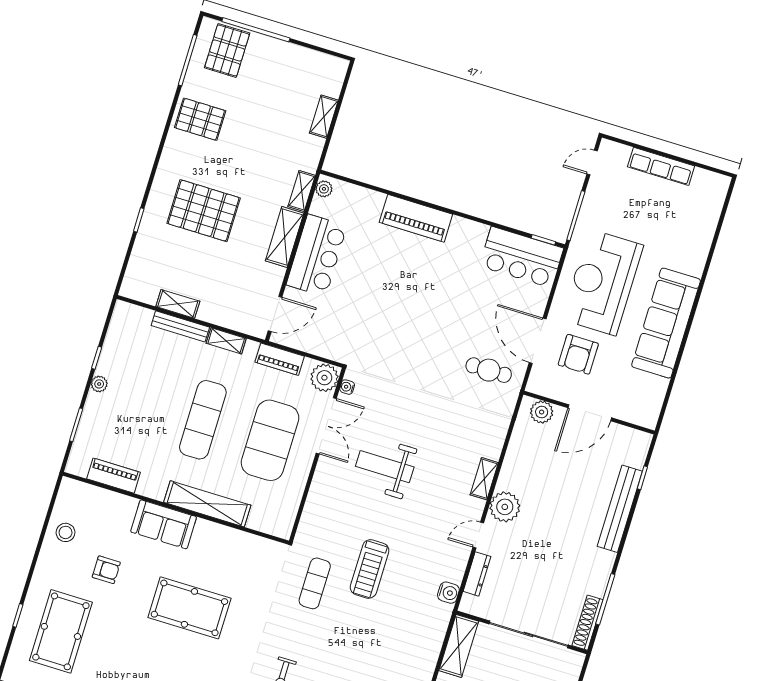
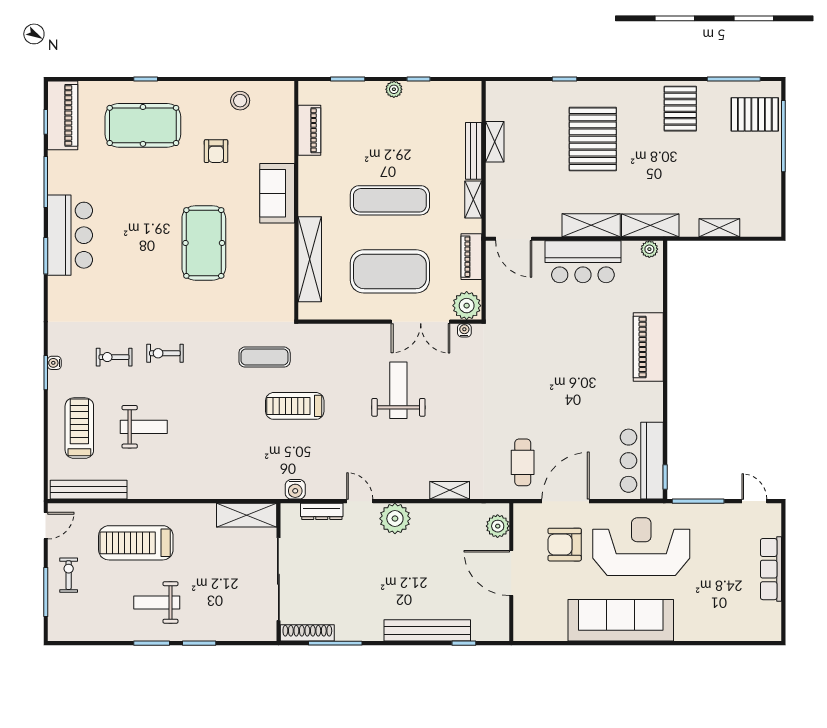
shelving: (302, 191) -> (650, 225), width x1.50, depth x1.33
shelving: (484, 479) -> (450, 490), moved
shelving: (207, 504) -> (310, 259), moved

